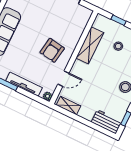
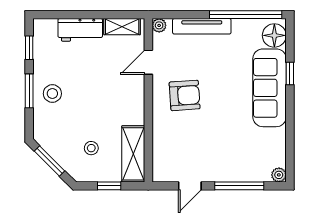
shelving: (90, 45) -> (133, 154), moved
armchair: (52, 50) -> (185, 95), turned 77
workbench: (107, 122) -> (80, 30), moved

